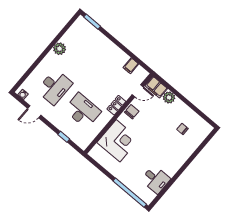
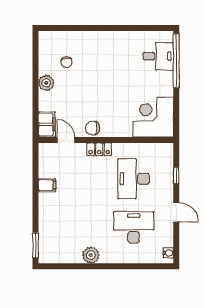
filing cabinet: (131, 66) -> (47, 185), moved
plant: (169, 97) -> (46, 83), moved
door: (34, 112) -> (176, 212), moved
corner desk: (118, 141) -> (153, 117), moved
desk: (156, 179) -> (158, 56), moved, turned 90

